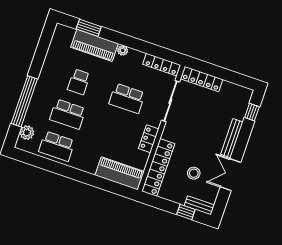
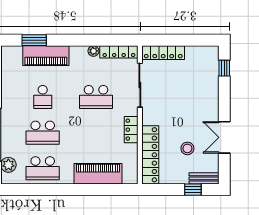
plant: (123, 50) -> (93, 51), moved
bench: (232, 138) -> (213, 101), removed
piano: (120, 173) -> (98, 174), moved

